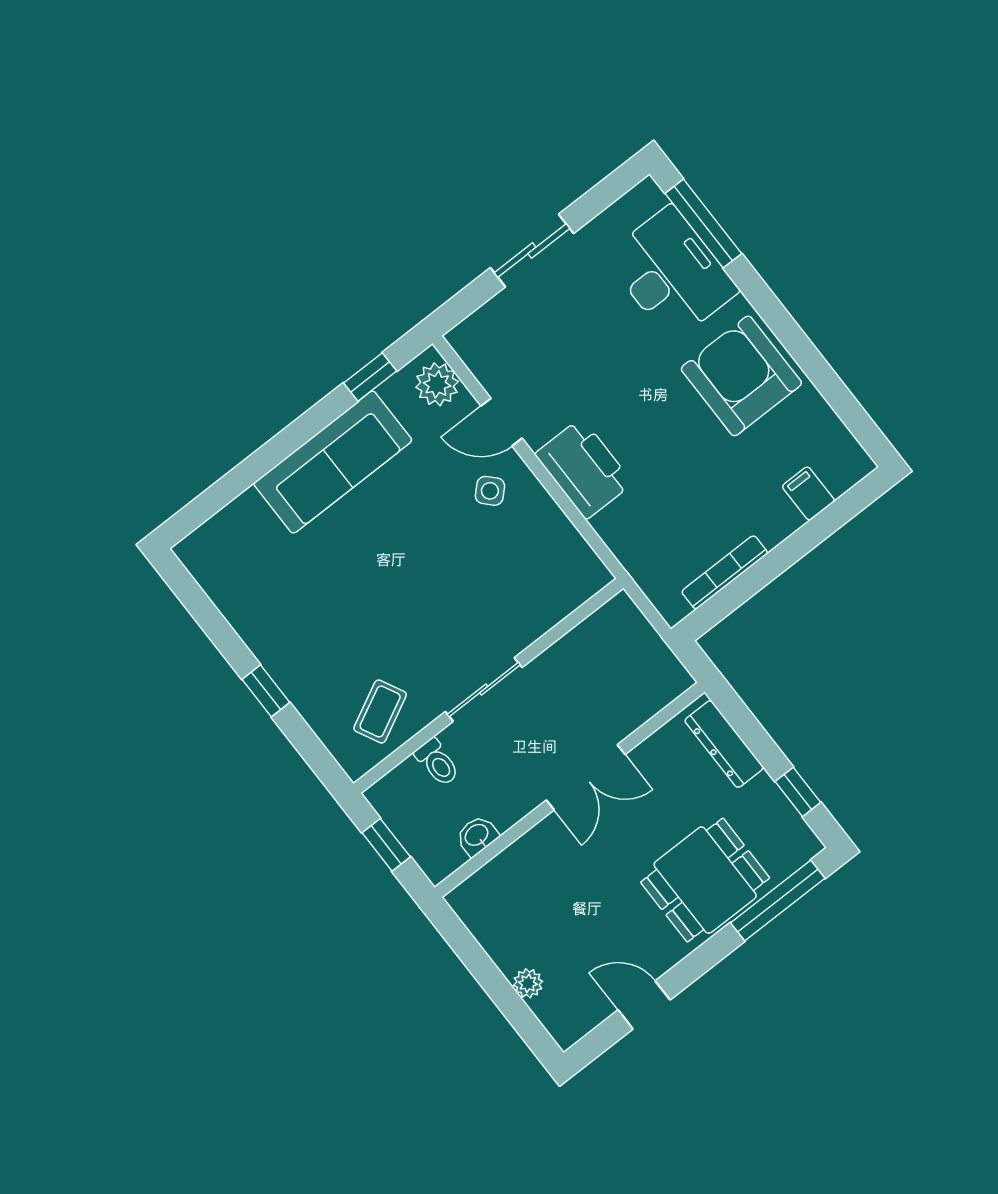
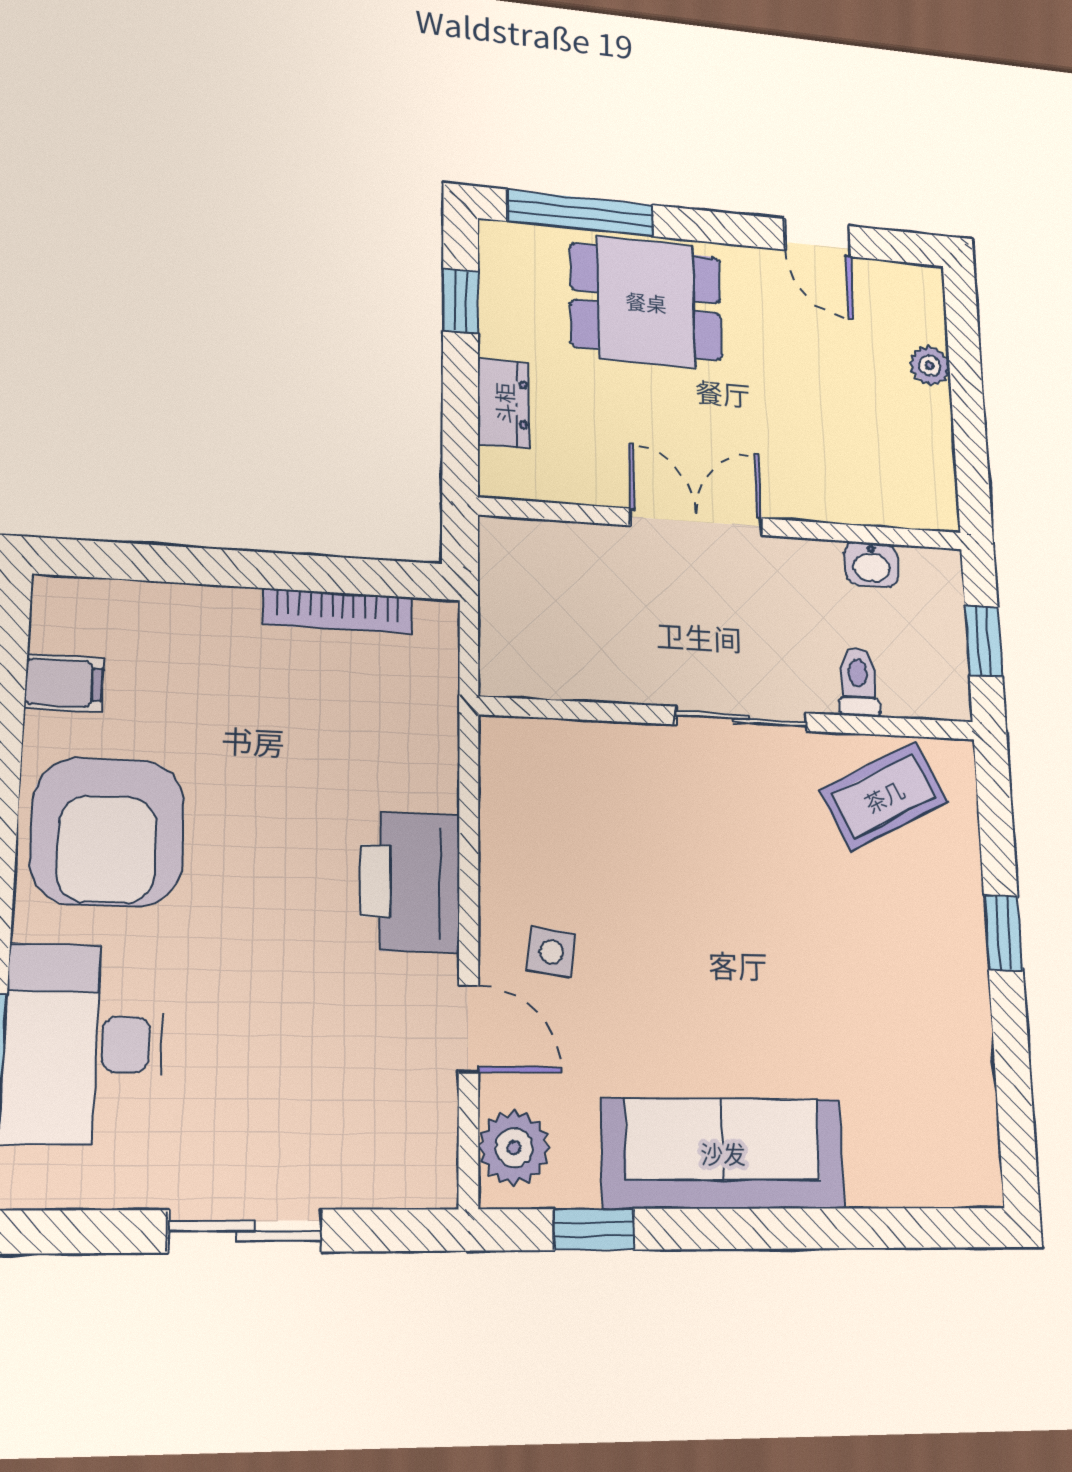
side table: (490, 491) -> (551, 952), turned -38
filing cabinet: (808, 494) -> (64, 683), moved, turned -90
coffee table: (380, 712) -> (884, 796), width x1.36, depth x1.30
dresser: (724, 744) -> (504, 403), width x0.70

